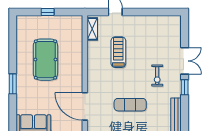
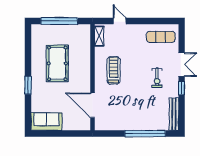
window: (48, 12) -> (59, 21), width x3.17
treadmill: (118, 52) -> (114, 70), moved
exercise mat: (130, 105) -> (161, 37), moved

